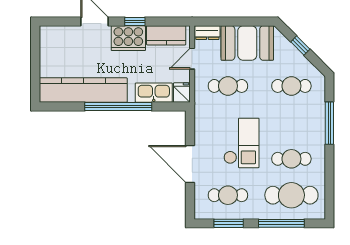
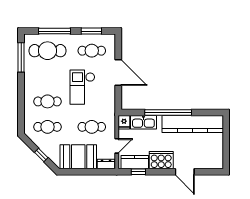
window: (135, 21) -> (138, 172), moved
window: (329, 123) -> (21, 57), moved
cafe table: (291, 159) -> (47, 101), moved

